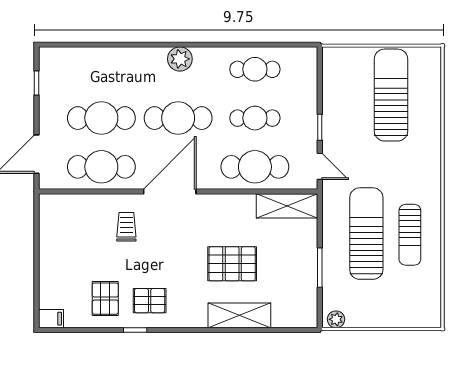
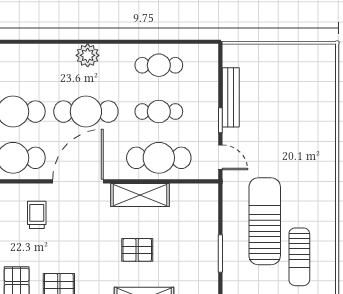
sun lounger: (391, 95) -> (288, 90), removed
bench: (331, 103) -> (231, 97), added
shelving: (287, 206) -> (140, 195), moved
sun lounger: (410, 235) -> (299, 257), moved
pallet: (232, 264) -> (137, 250), width x0.67, depth x0.71

